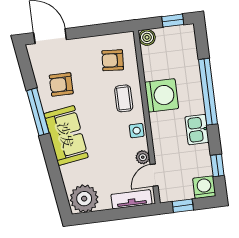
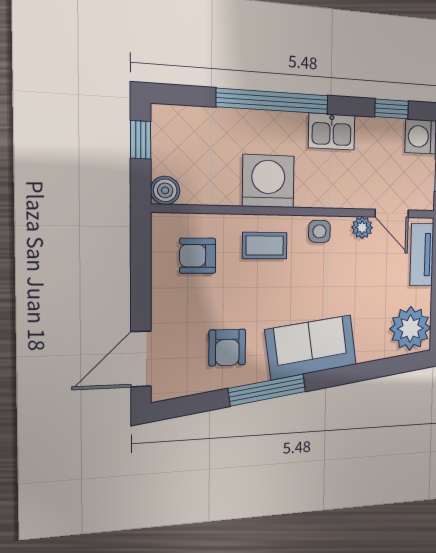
armchair: (113, 60) -> (198, 256), turned 86

